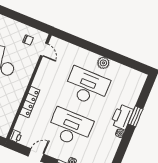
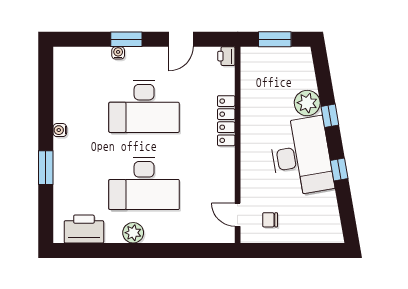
printer: (122, 117) -> (84, 229), moved, turned -90

